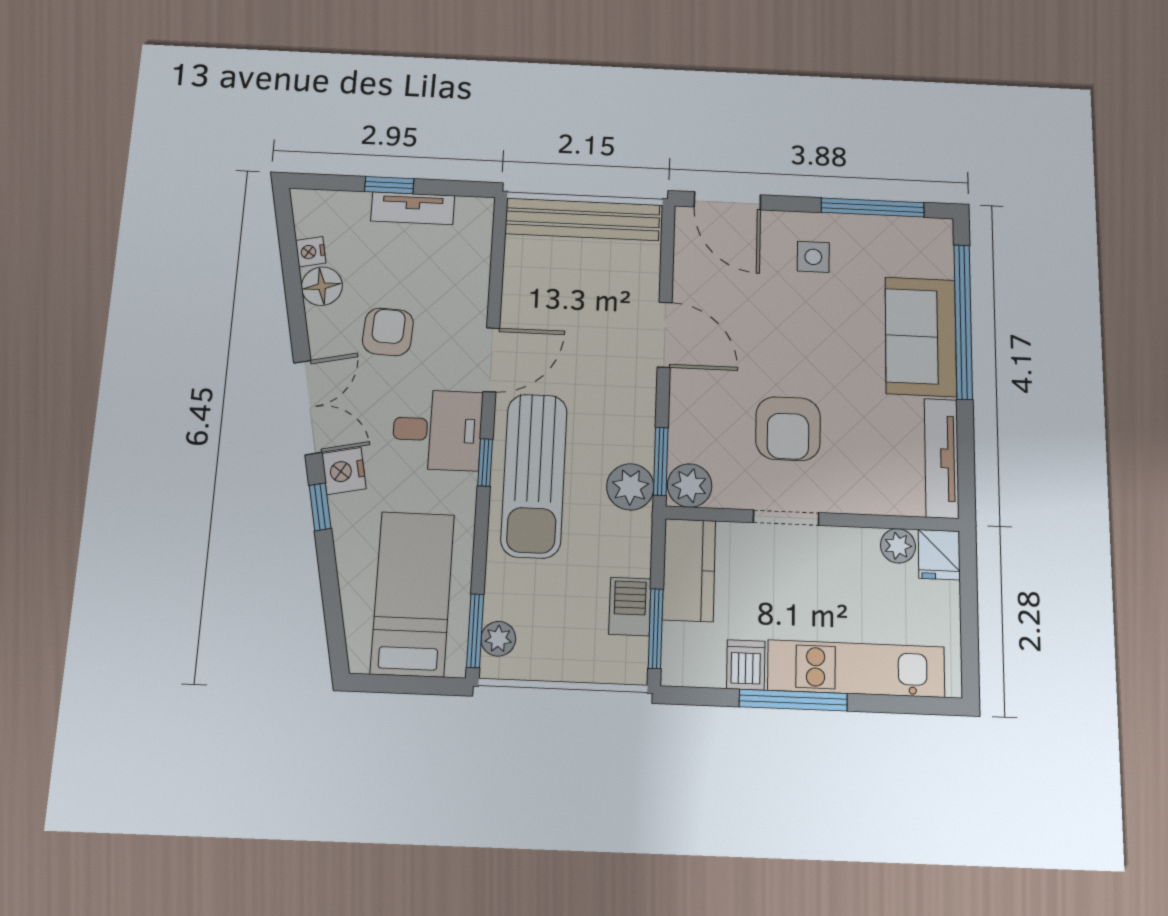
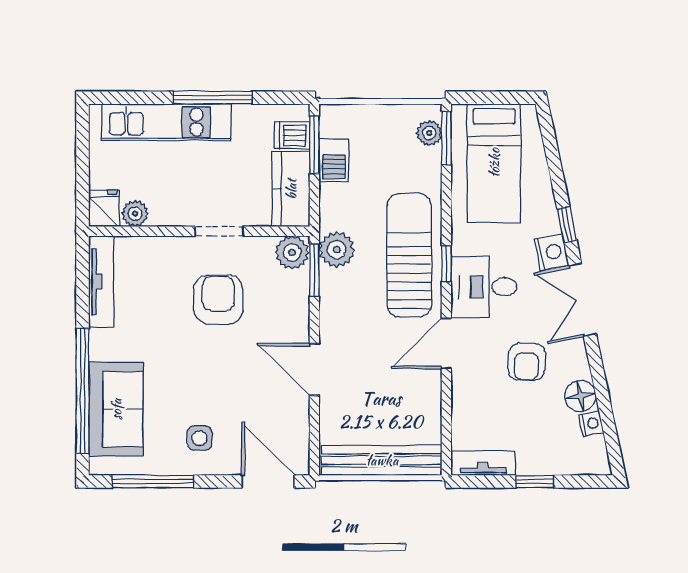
tv unit: (413, 208) -> (483, 463), moved
sofa: (921, 337) -> (116, 409), moved
dishwasher: (746, 665) -> (292, 135), moved, turned 90

